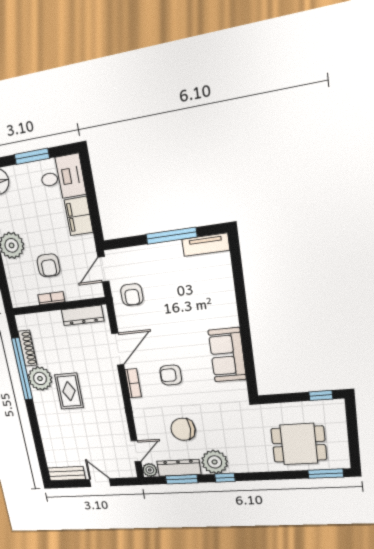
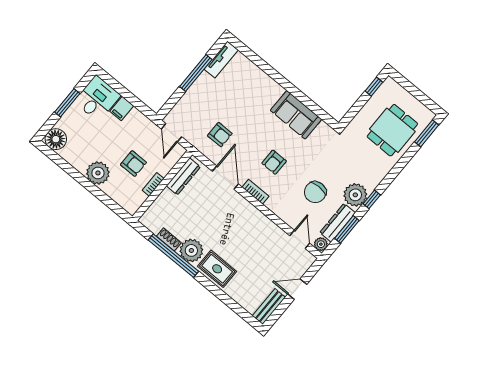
filing cabinet: (79, 216) -> (122, 109), width x0.50
armchair: (132, 295) -> (220, 135), moved
shoe rack: (27, 348) -> (169, 239), width x0.70
rug: (69, 391) -> (217, 269), moved

